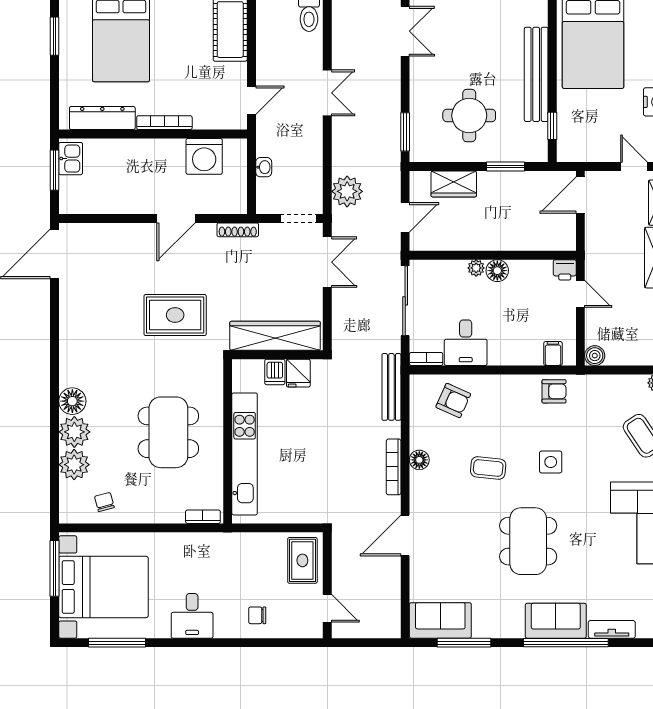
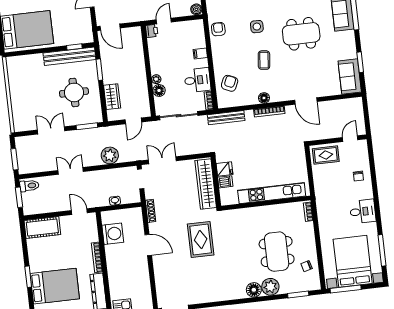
double door: (405, 31) -> (51, 130), moved
bench: (536, 74) -> (69, 56), moved
plant: (347, 191) -> (110, 155), moved
door: (405, 217) -> (133, 121), swing flipped
floor lamp: (497, 271) -> (159, 90), moved
filing cabinet: (553, 353) -> (200, 54), moved
dining table: (168, 432) -> (277, 252), moved, turned 90
plant: (74, 465) -> (288, 285), removed
window: (55, 481) -> (298, 294), added
window: (464, 643) -> (360, 62), width x0.69

